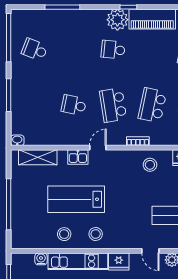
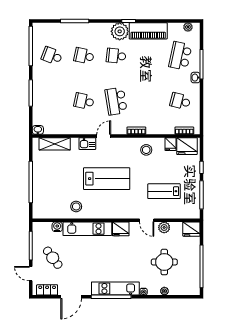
school desk: (152, 105) -> (84, 56), moved, width x0.54
lab bench: (76, 199) -> (107, 179), moved, turned 180
stool: (96, 234) -> (102, 206), removed

